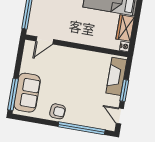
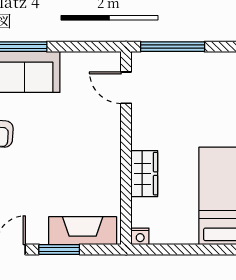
wardrobe: (125, 28) -> (144, 174), moved, turned 90

